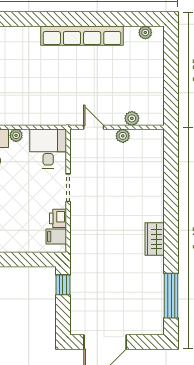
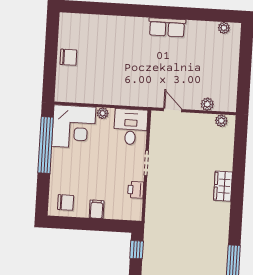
row of seats: (82, 36) -> (167, 27), width x0.50
plant: (123, 136) -> (221, 121), moved
filing cabinet: (56, 237) -> (97, 209), moved, turned 90
wardrobe: (155, 239) -> (223, 186), moved

